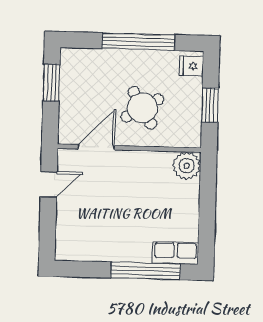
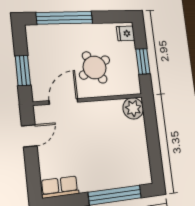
window: (138, 42) -> (65, 18), moved
window: (51, 83) -> (23, 71), moved
row of seats: (176, 253) -> (60, 187), moved

